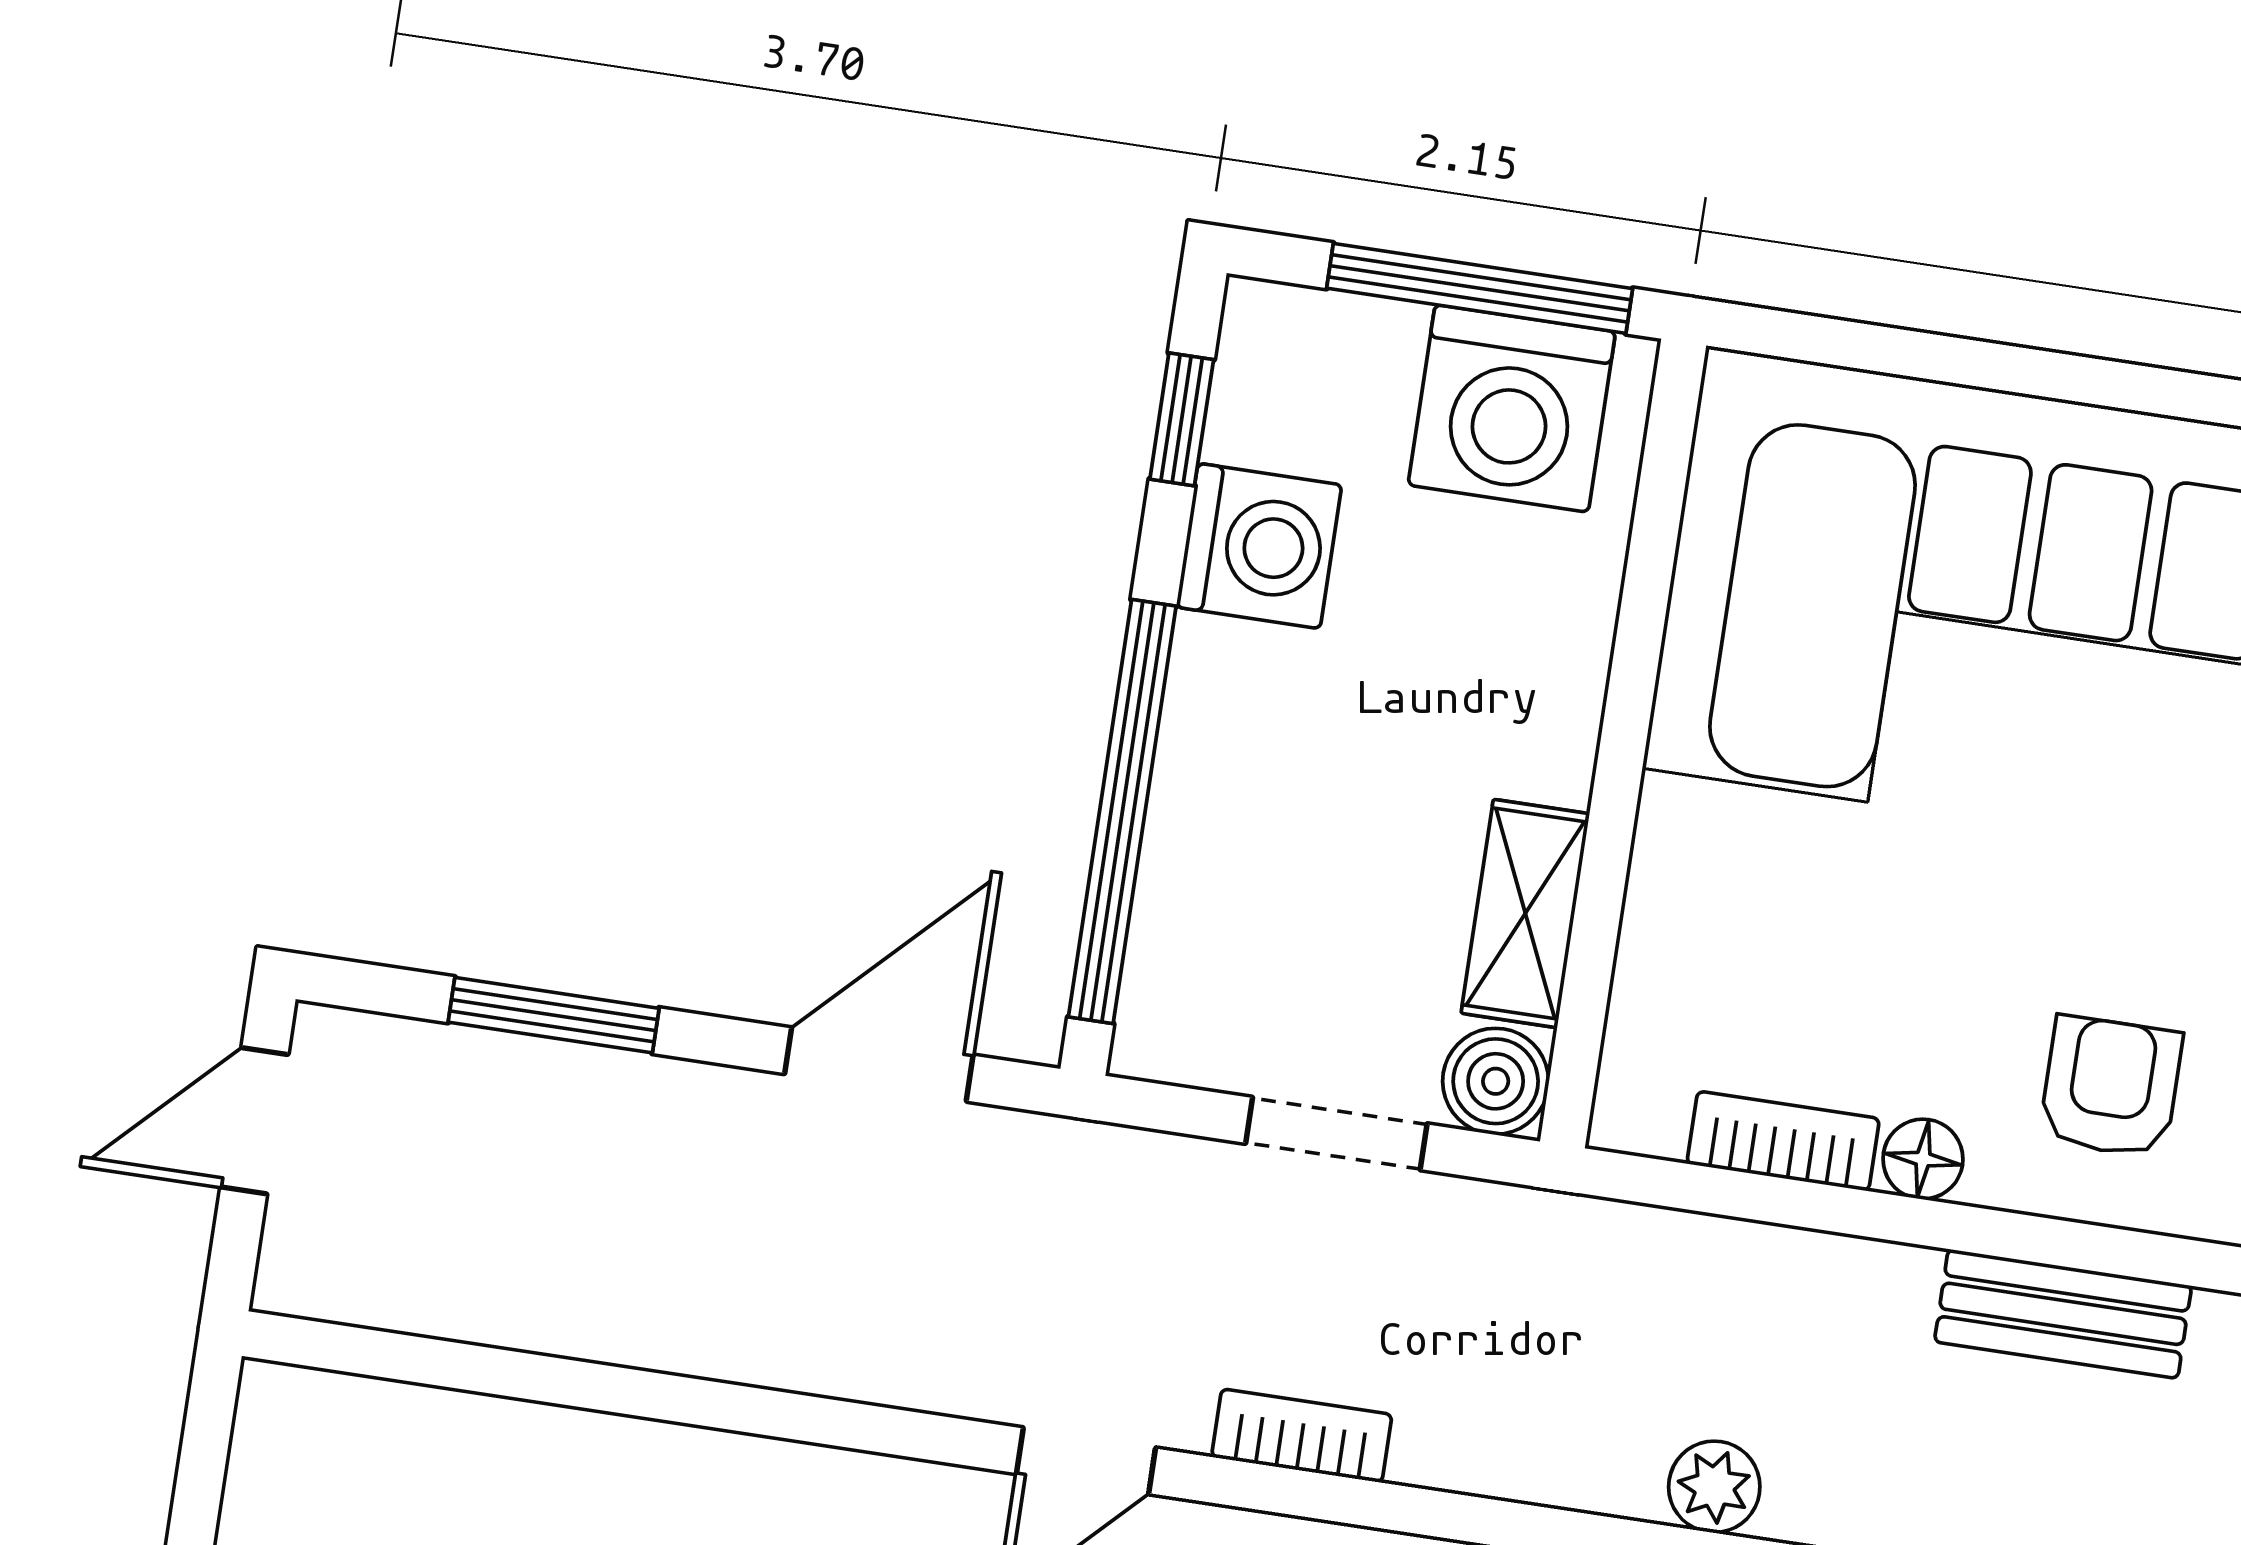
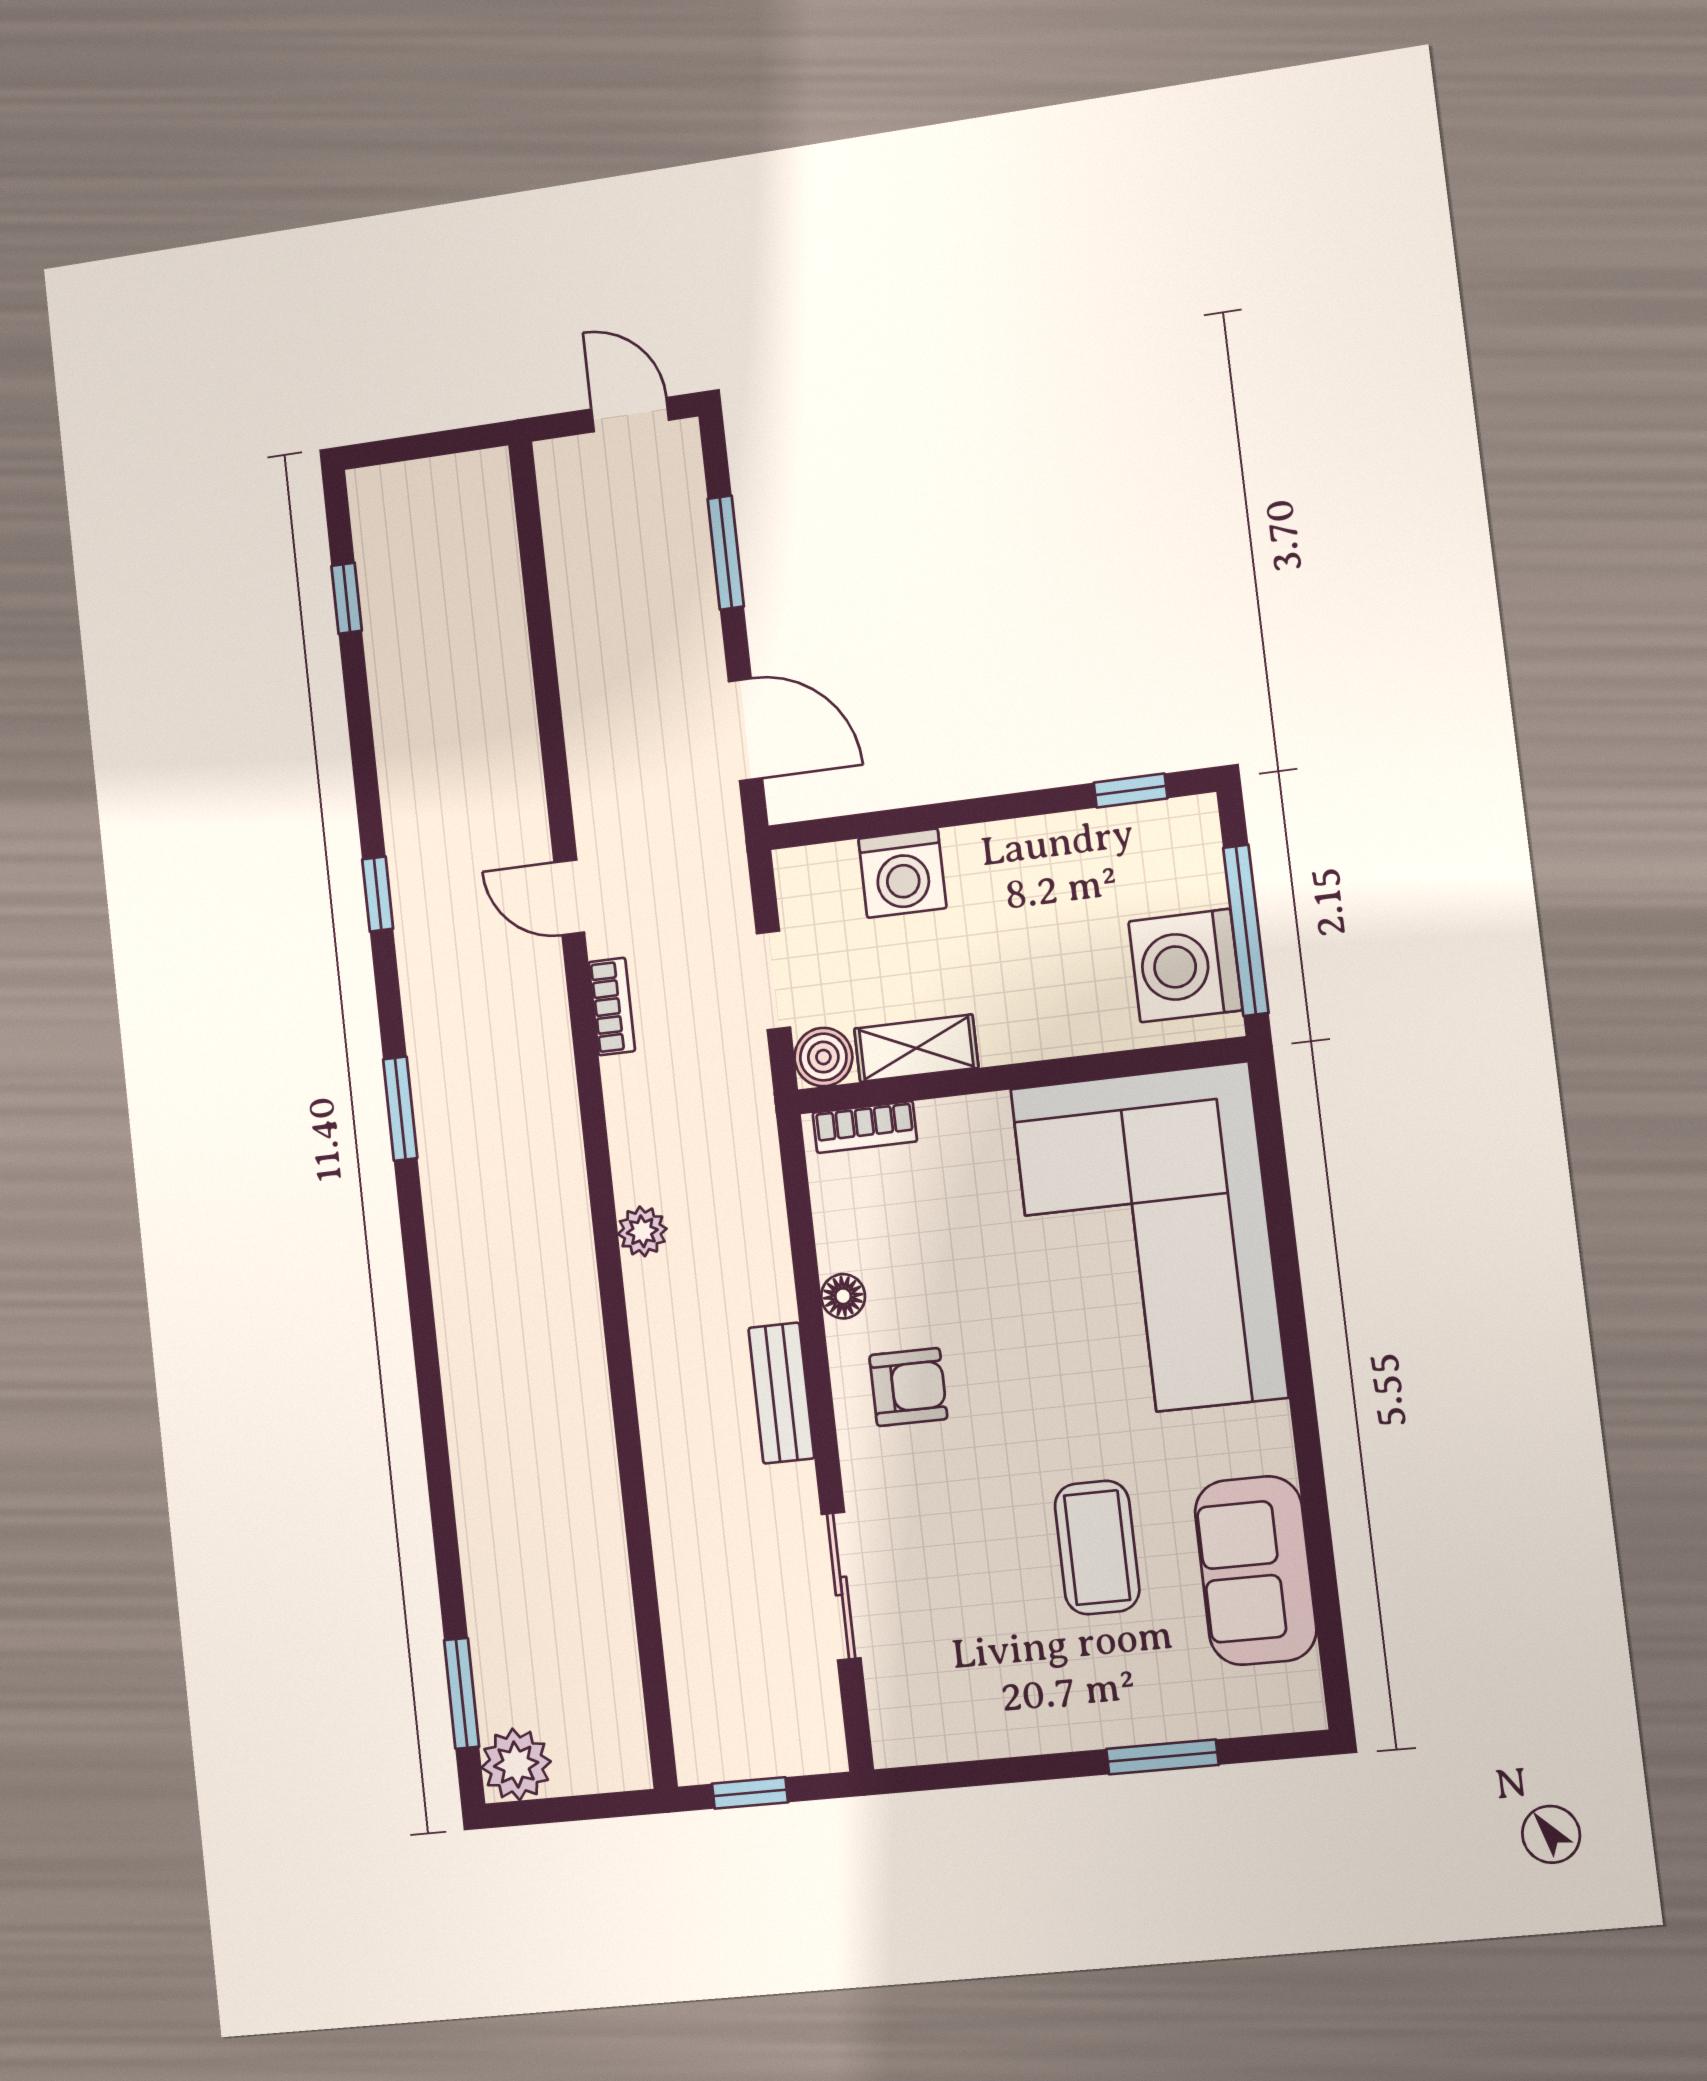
washing machine: (1259, 546) -> (902, 873), moved
window: (1122, 811) -> (913, 819), removed
bookcase: (1783, 1141) -> (865, 1127), moved, turned 90

